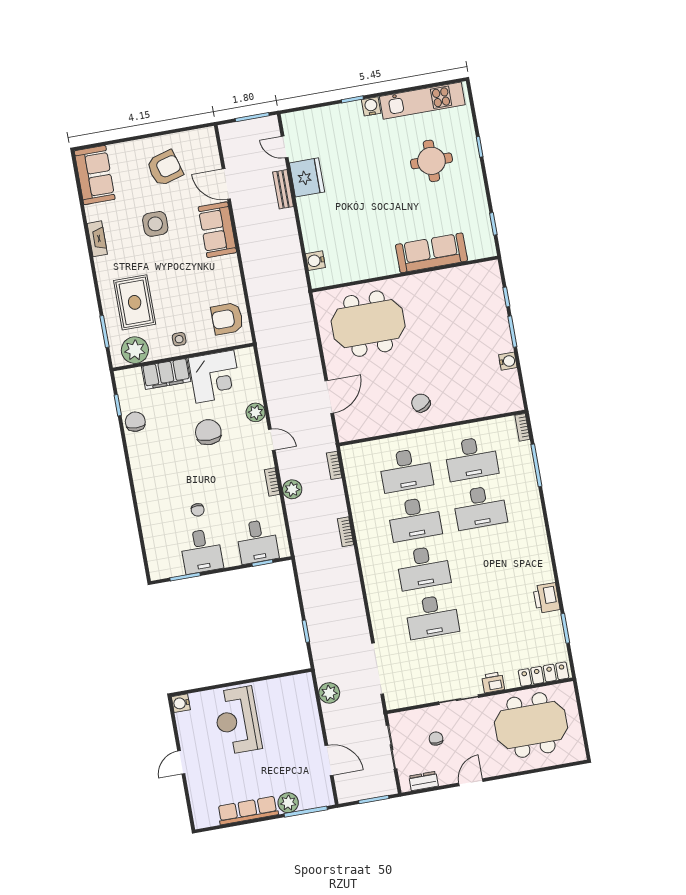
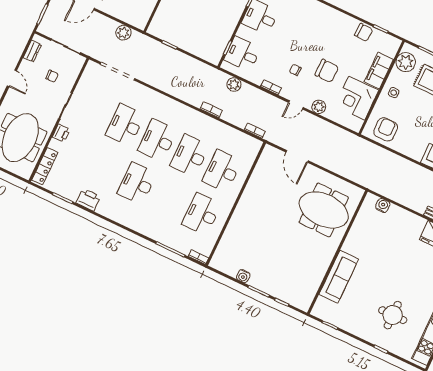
meeting table: (368, 324) -> (324, 210), turned 90
chair: (421, 403) -> (255, 208), removed
plant: (292, 489) -> (234, 85), moved
desk: (480, 507) -> (137, 183), moved
chair: (198, 510) -> (295, 70), moved

